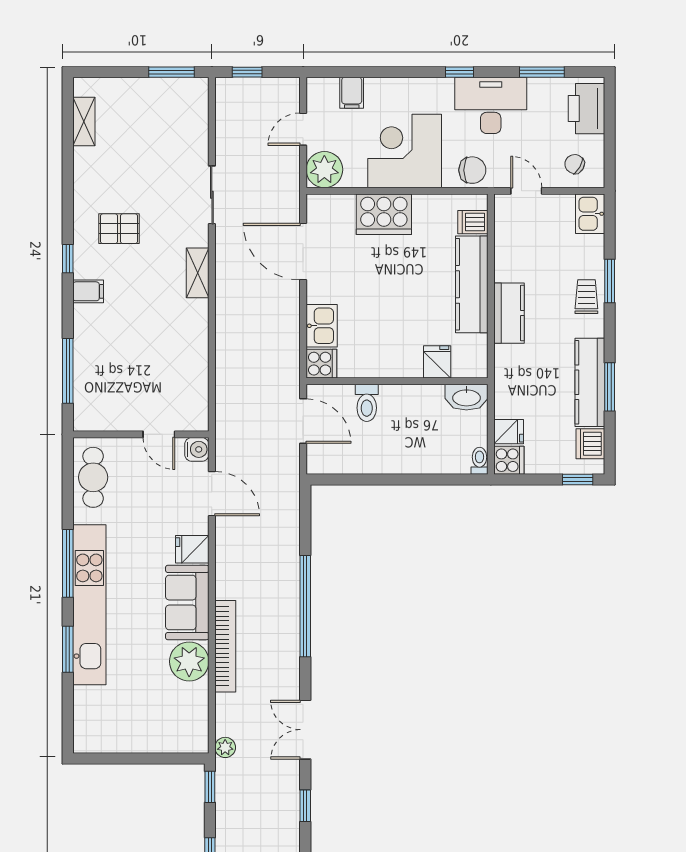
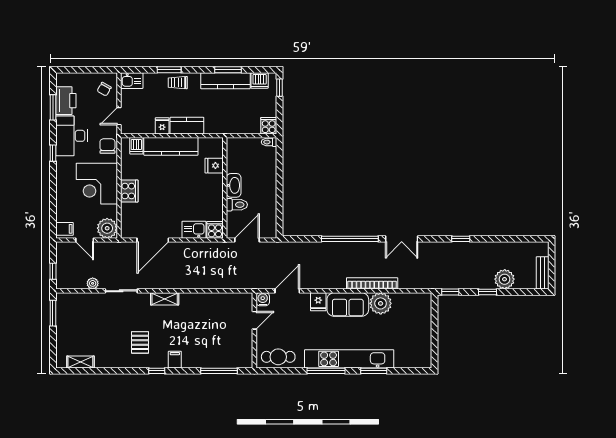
filing cabinet: (352, 93) -> (64, 229), moved
printer: (586, 109) -> (66, 101), moved, turned -90
cooker: (384, 214) -> (129, 191), width x0.73, depth x0.76
washbasin: (466, 397) -> (234, 185), moved
fridge: (509, 432) -> (162, 126), moved
double door: (305, 730) -> (402, 239), moved
plant: (225, 747) -> (93, 283), moved

